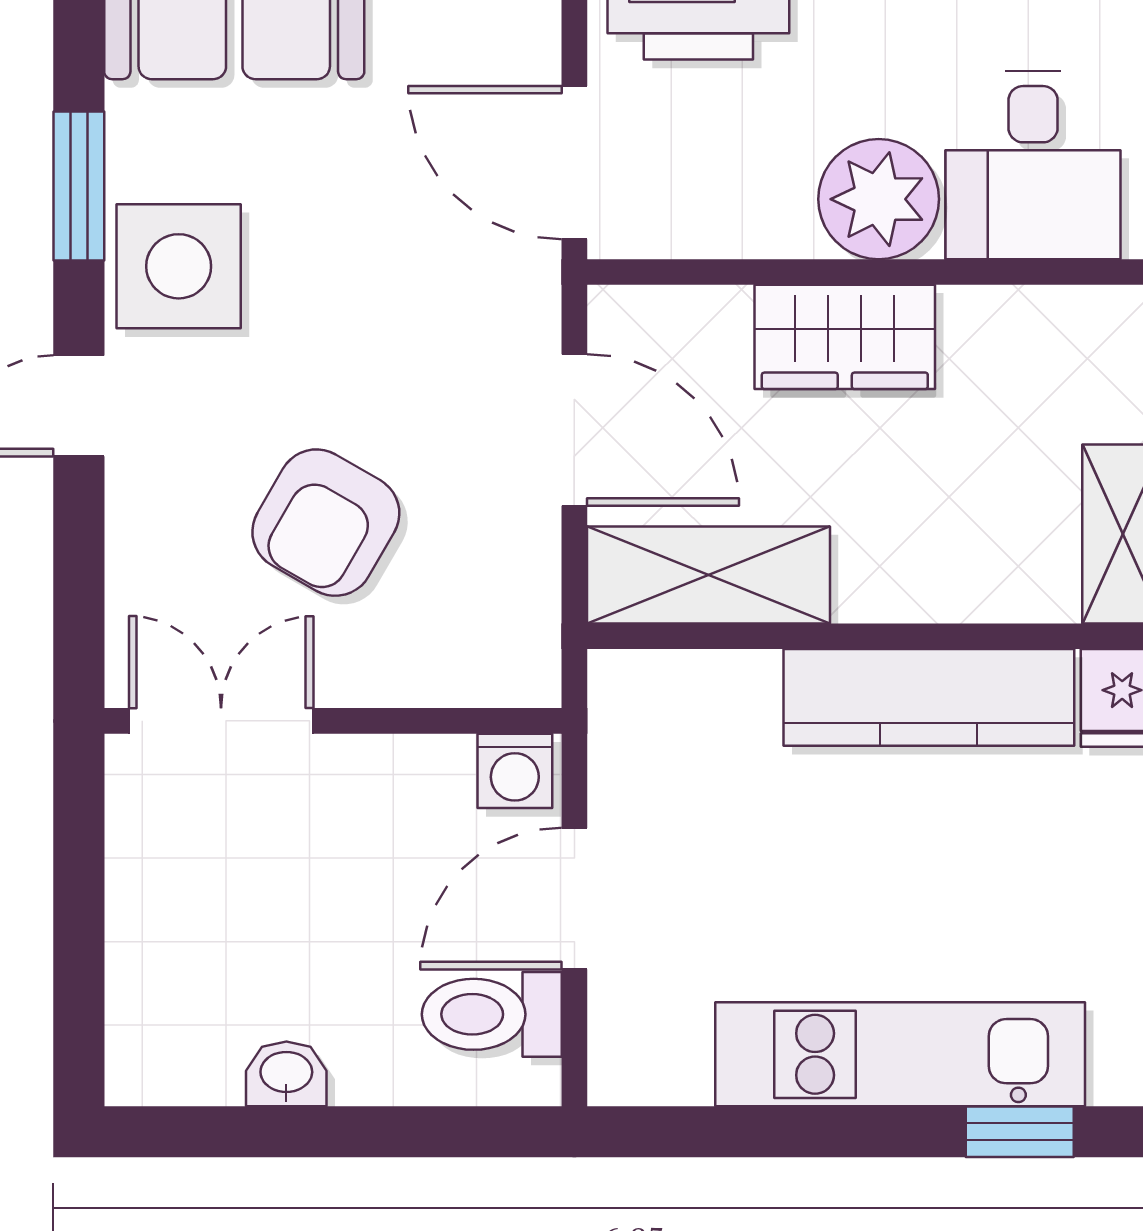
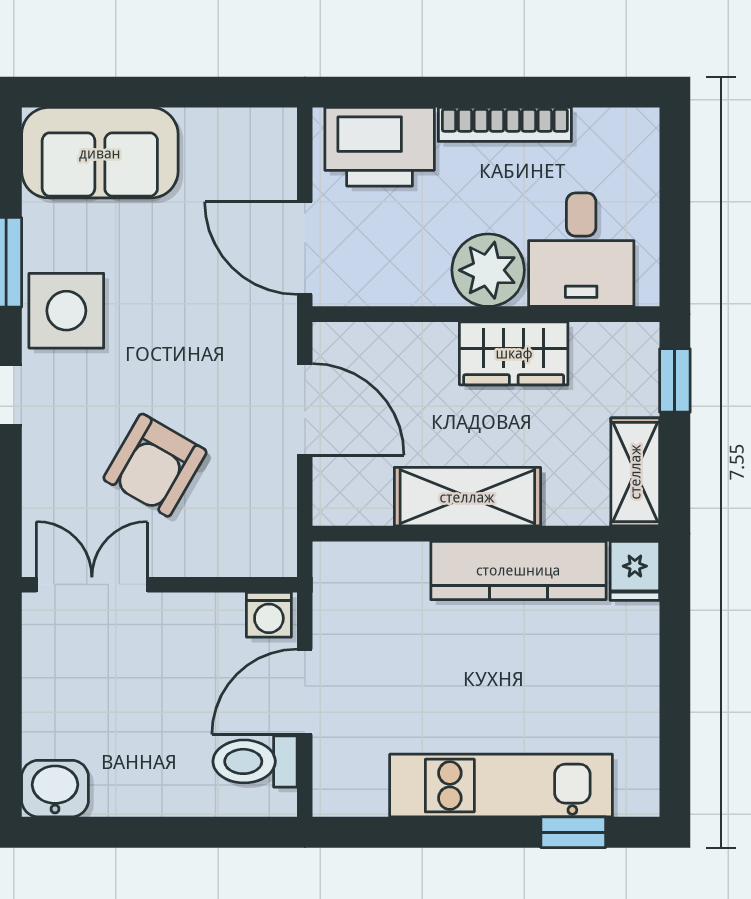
wardrobe: (845, 337) -> (514, 353), moved
shelving: (708, 575) -> (467, 497), moved
washbasin: (286, 1074) -> (55, 789), moved, width x1.38, depth x1.45

